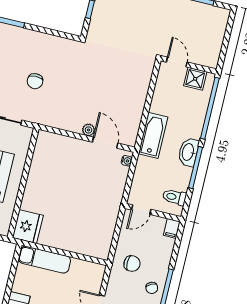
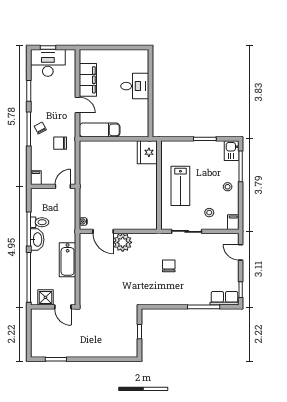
plant: (88, 130) -> (123, 242), width x1.88, depth x1.88
bathtub: (153, 135) -> (68, 260), moved
toilet: (174, 197) -> (40, 222), moved
exam couch: (44, 260) -> (100, 130), moved

